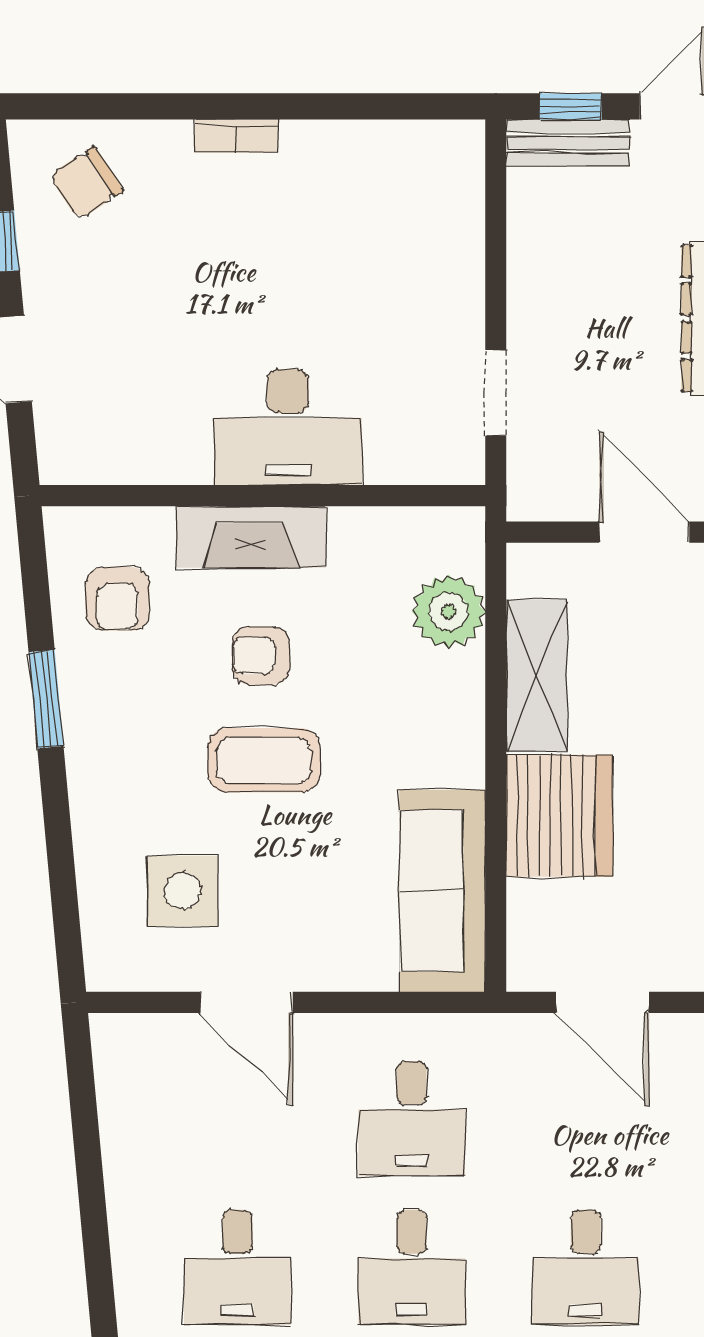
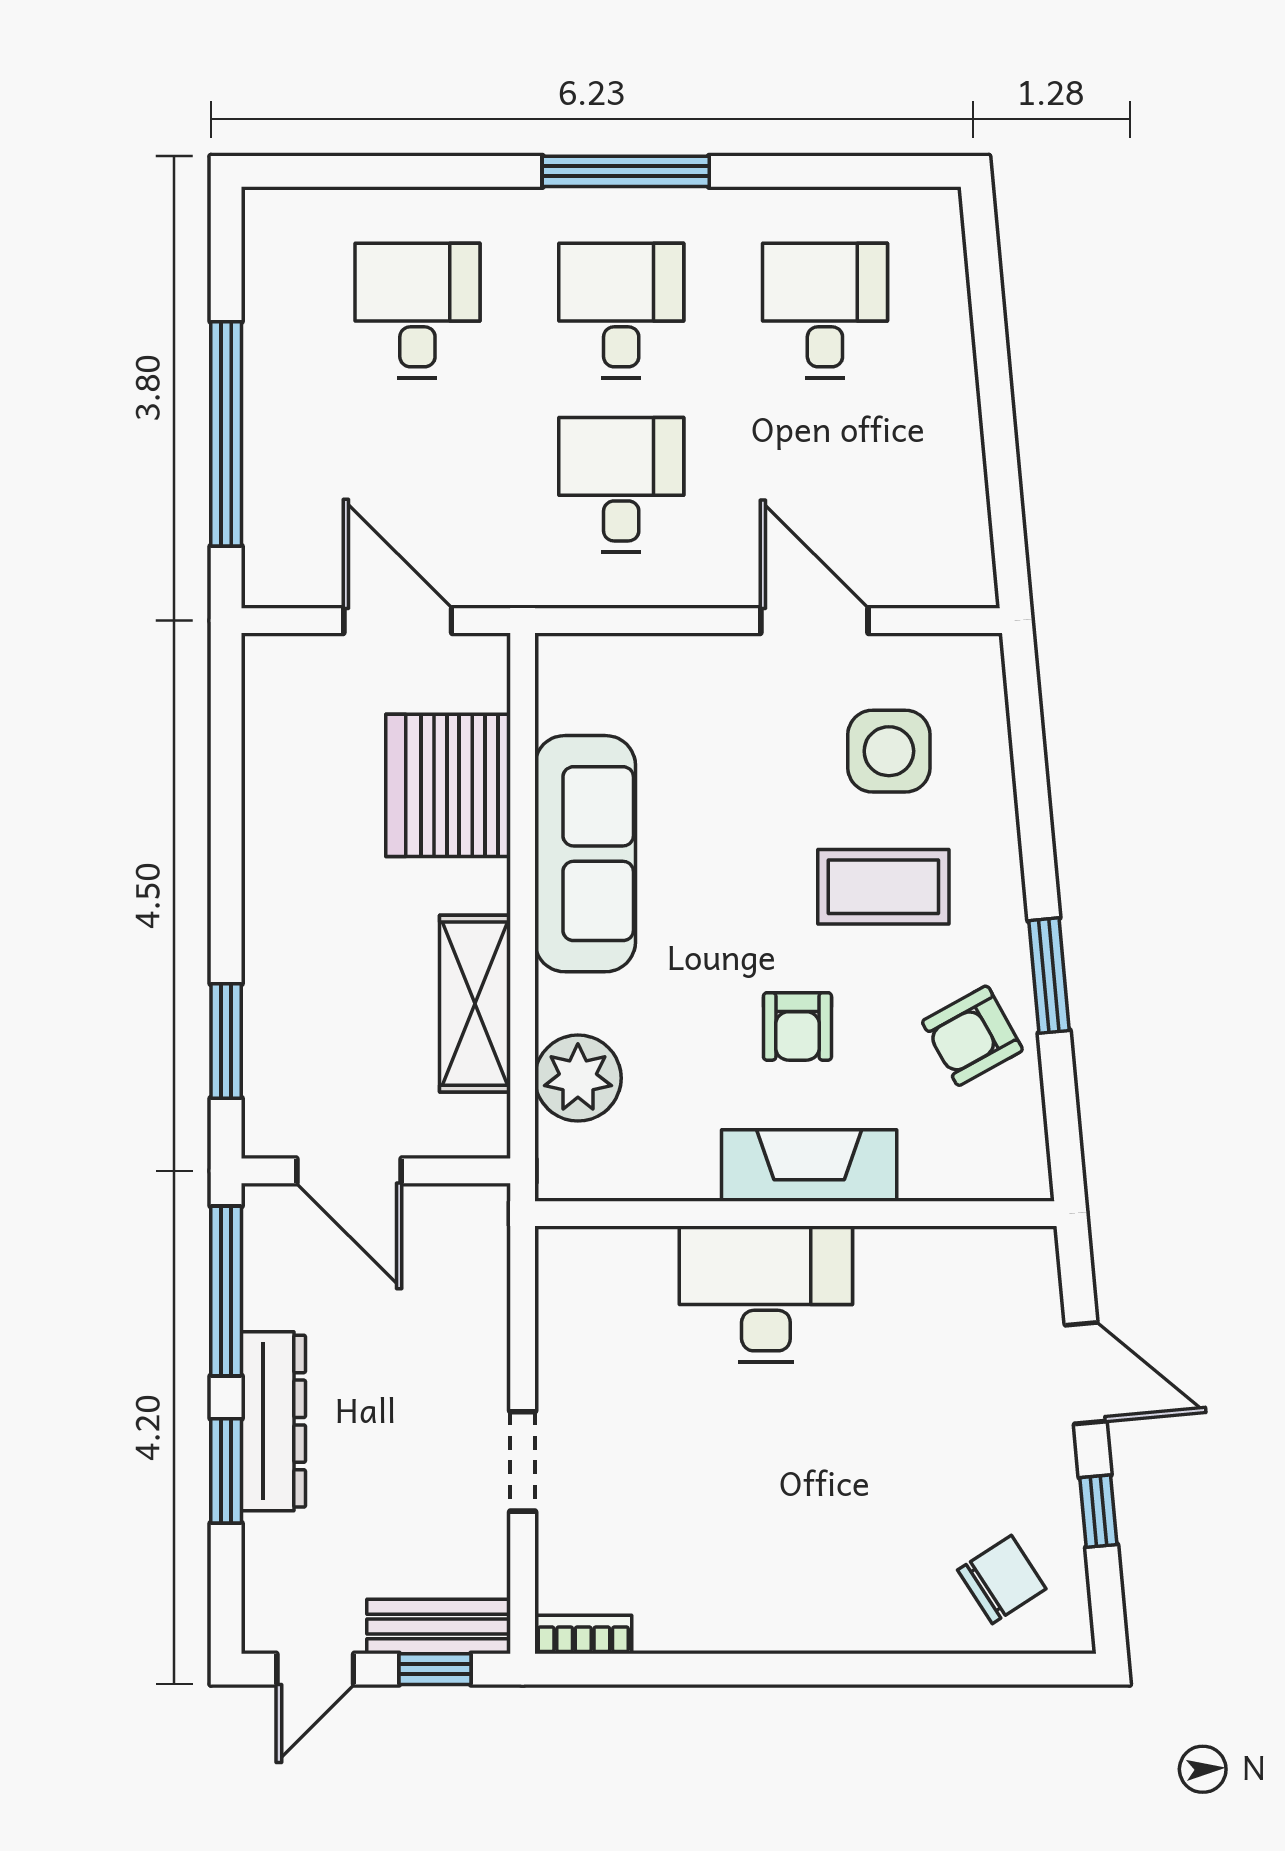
bookcase: (237, 136) -> (583, 1635), moved
doorway: (496, 393) -> (523, 1461), moved
armchair: (117, 599) -> (972, 1036), moved, turned -119
armchair: (261, 656) -> (797, 1026), turned 90
coffee table: (264, 760) -> (883, 887), moved
server rack: (560, 816) -> (448, 785), moved
sofa: (442, 891) -> (585, 854), moved

